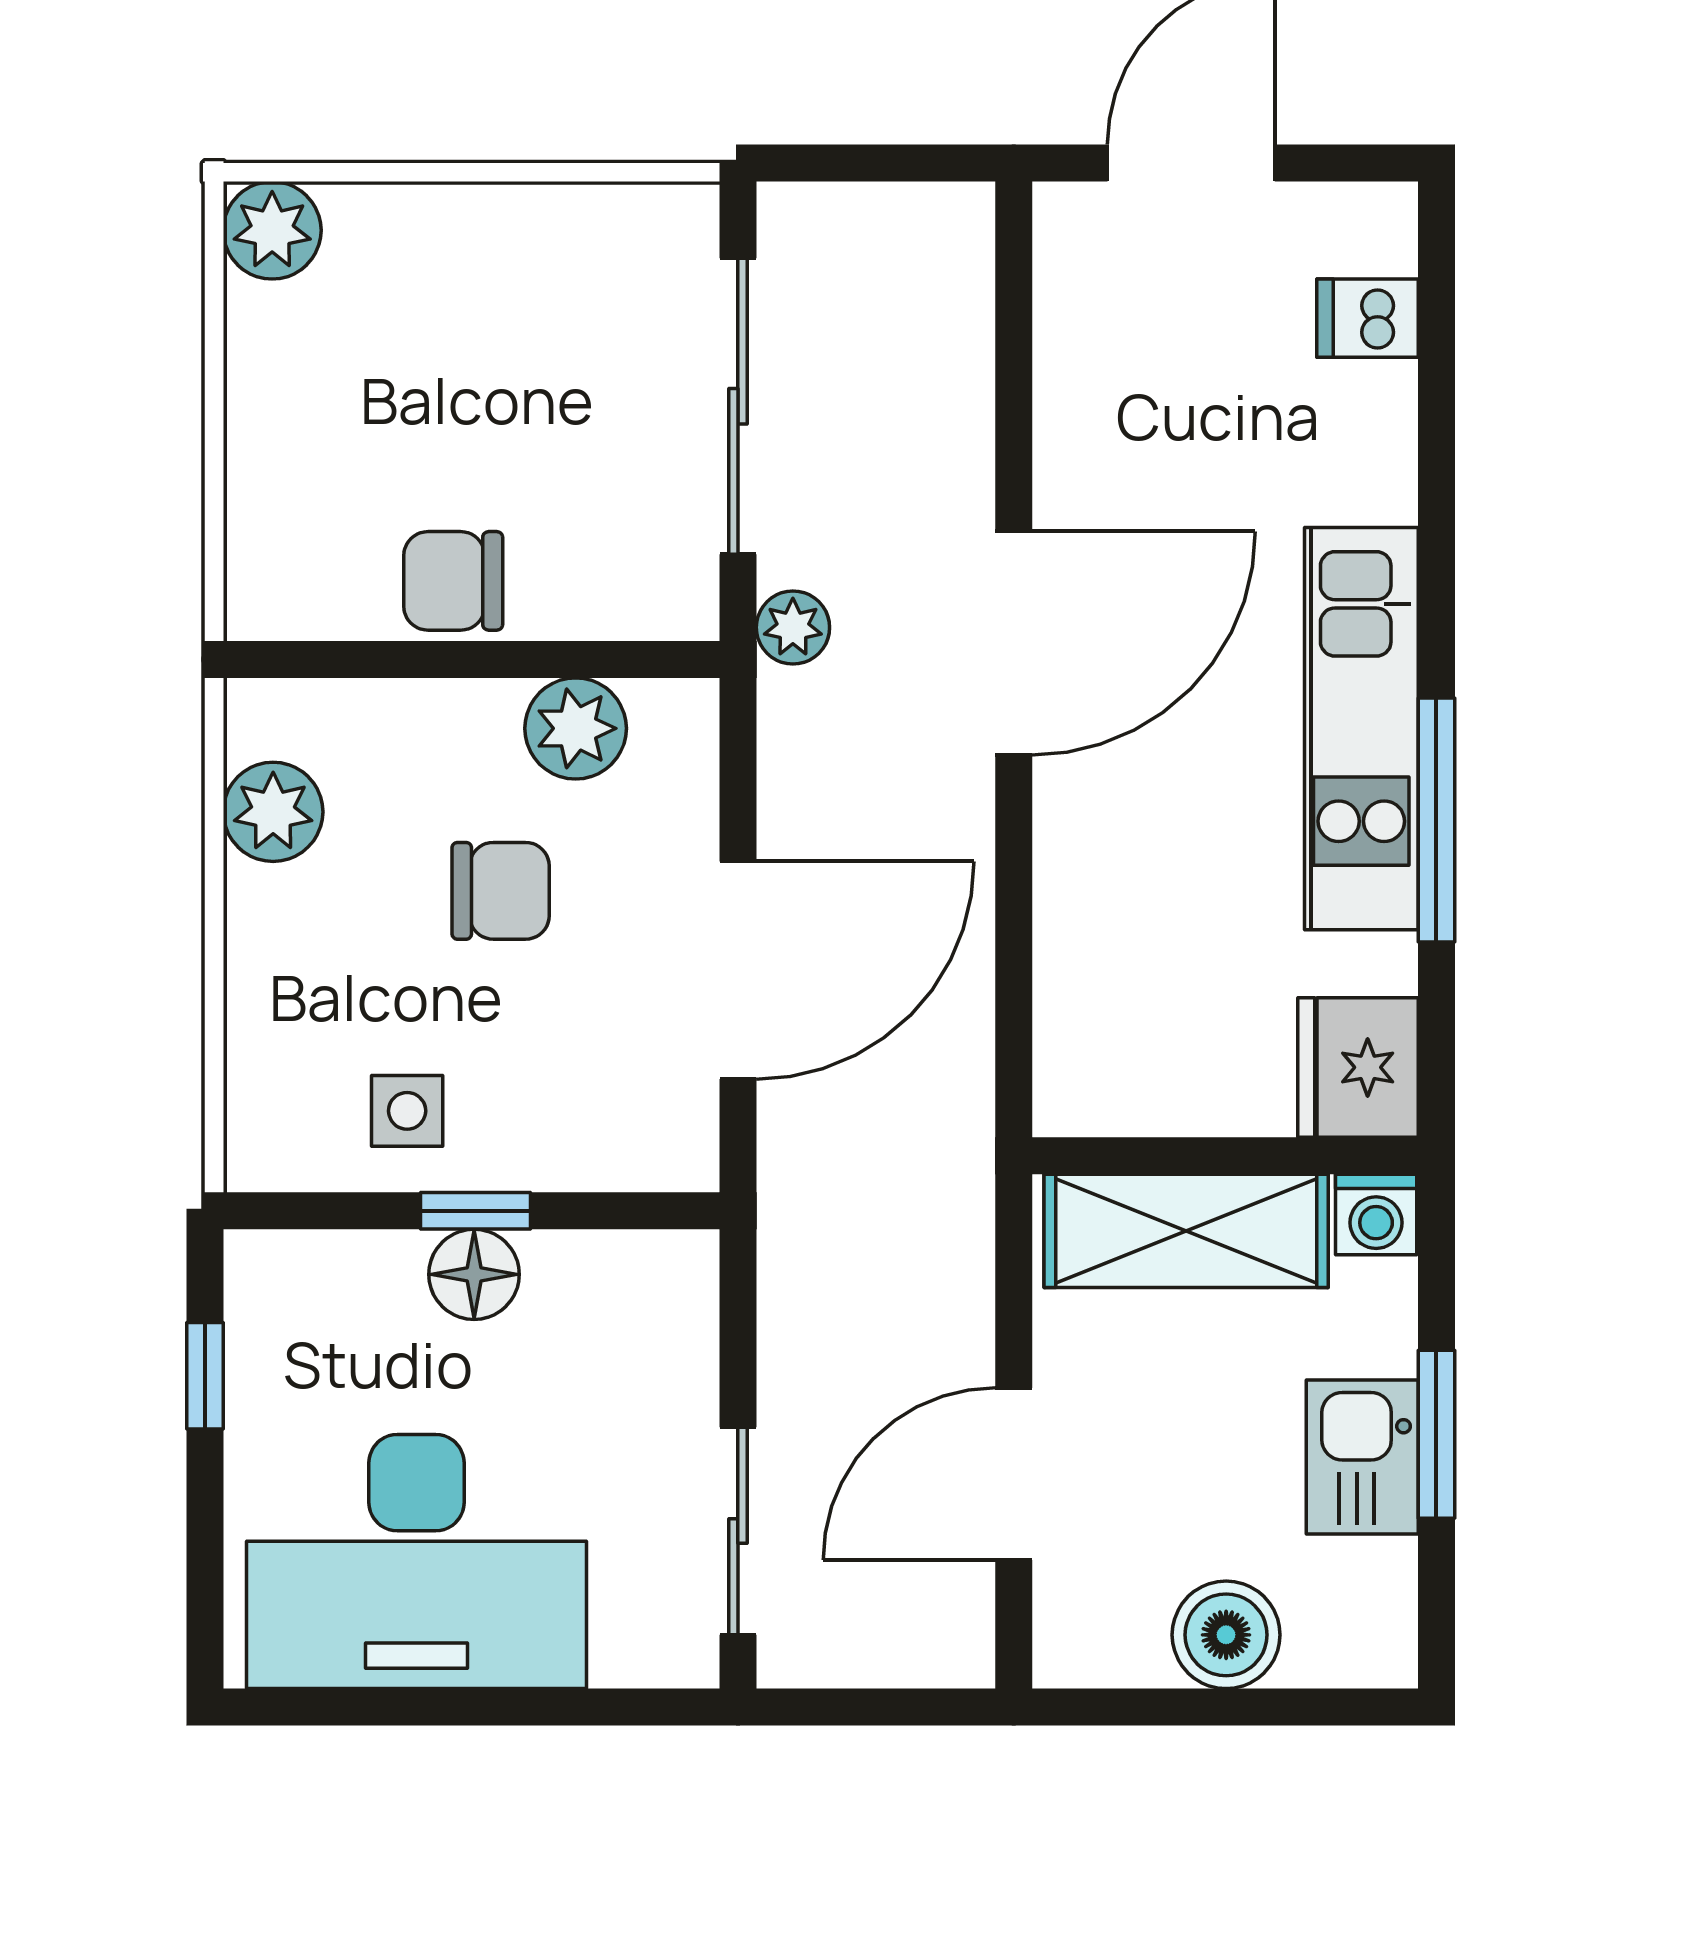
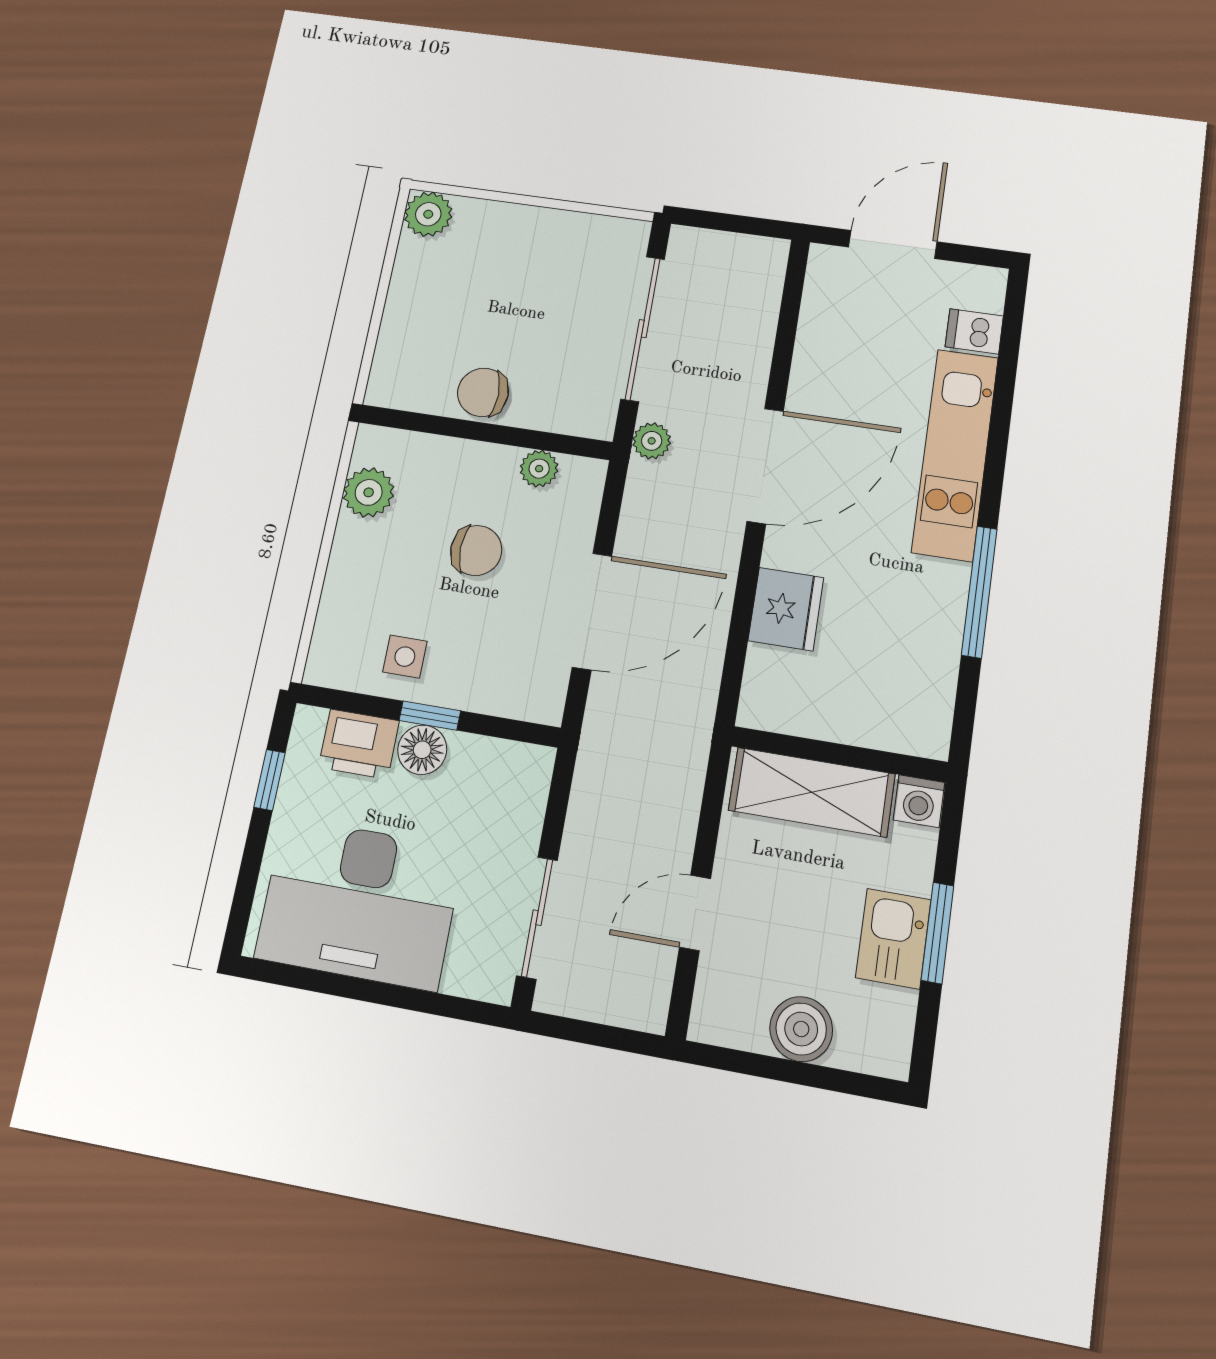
plant: (576, 728) -> (539, 469), width x0.73, depth x0.73
kitchen unit: (1361, 729) -> (955, 454), moved
fridge: (1358, 1067) -> (786, 609), moved, turned 180
printer: (355, 1284) -> (359, 744), added
door: (1014, 1474) -> (695, 913), width x0.73

